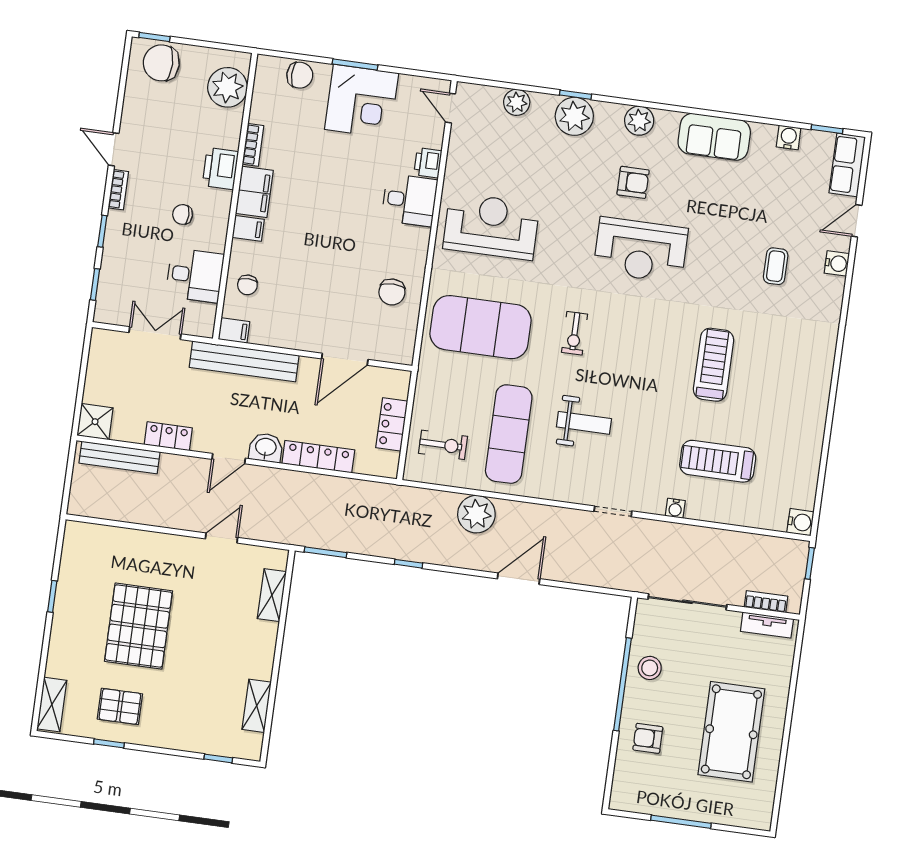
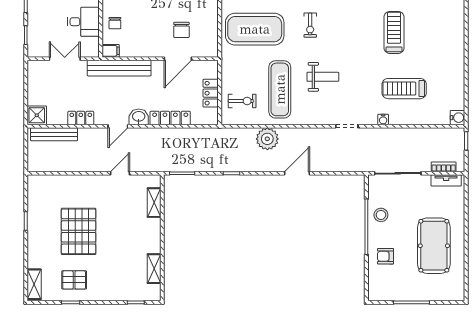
chair: (392, 292) -> (181, 30), moved

